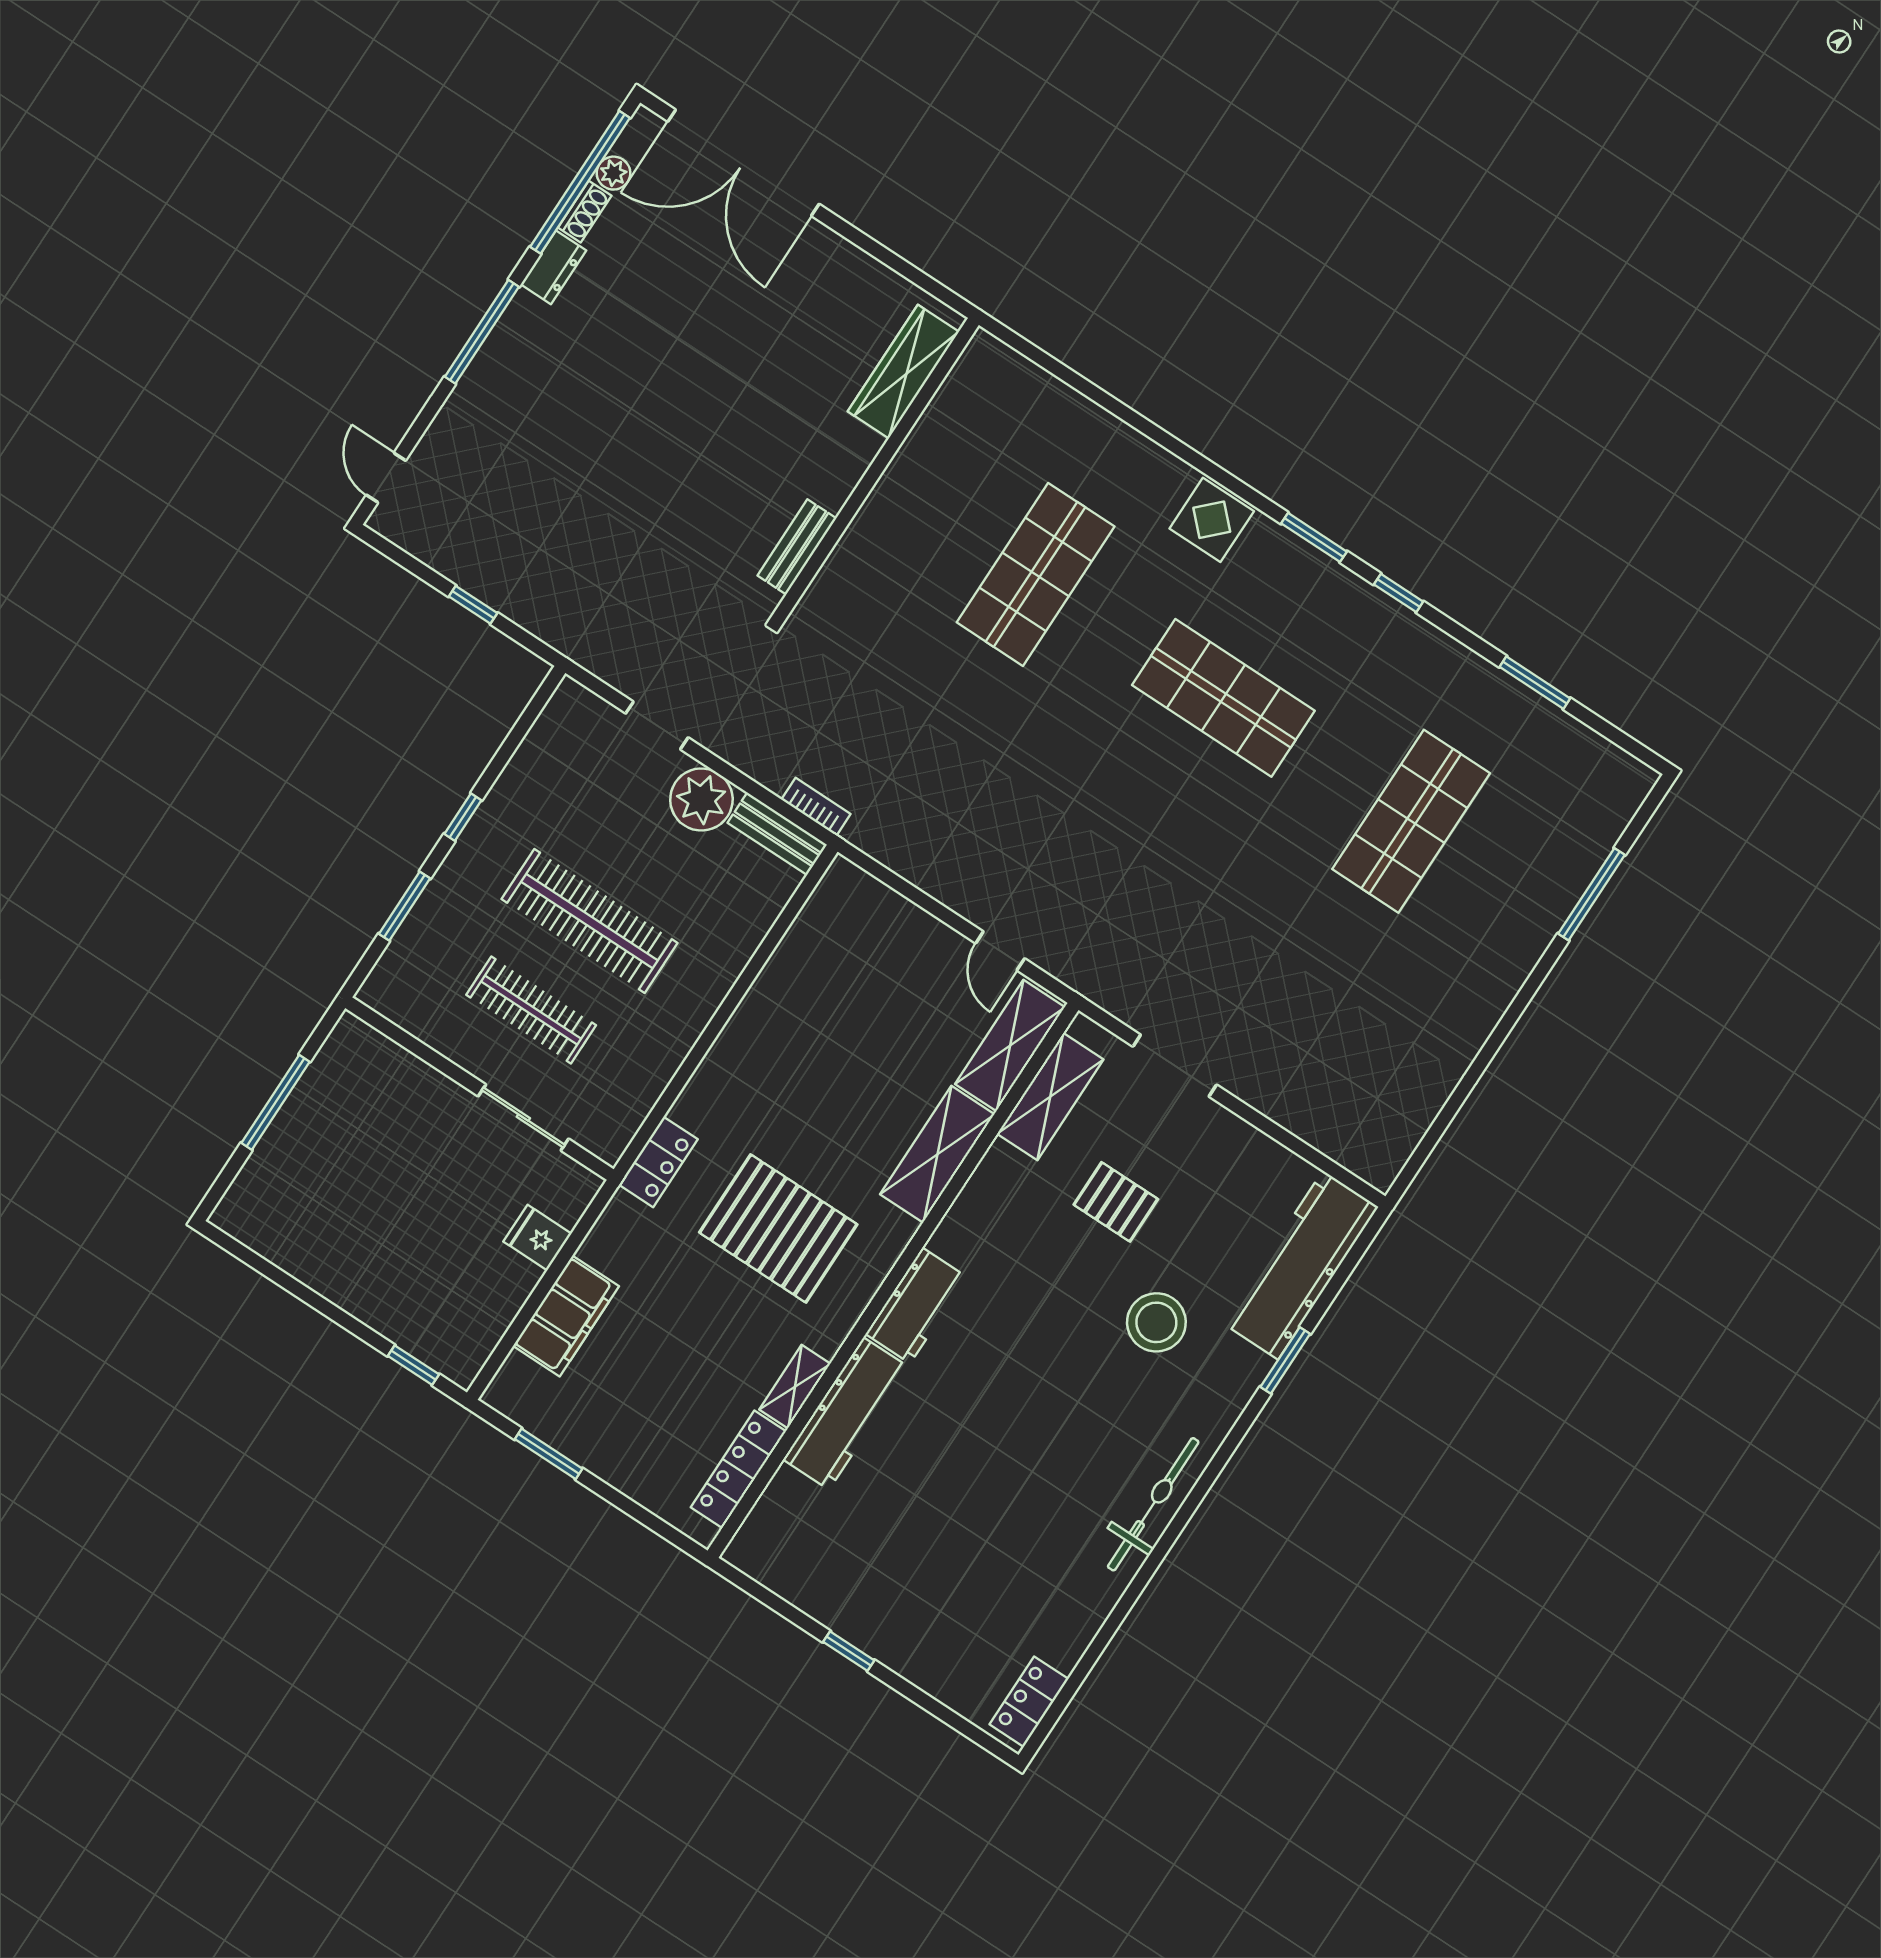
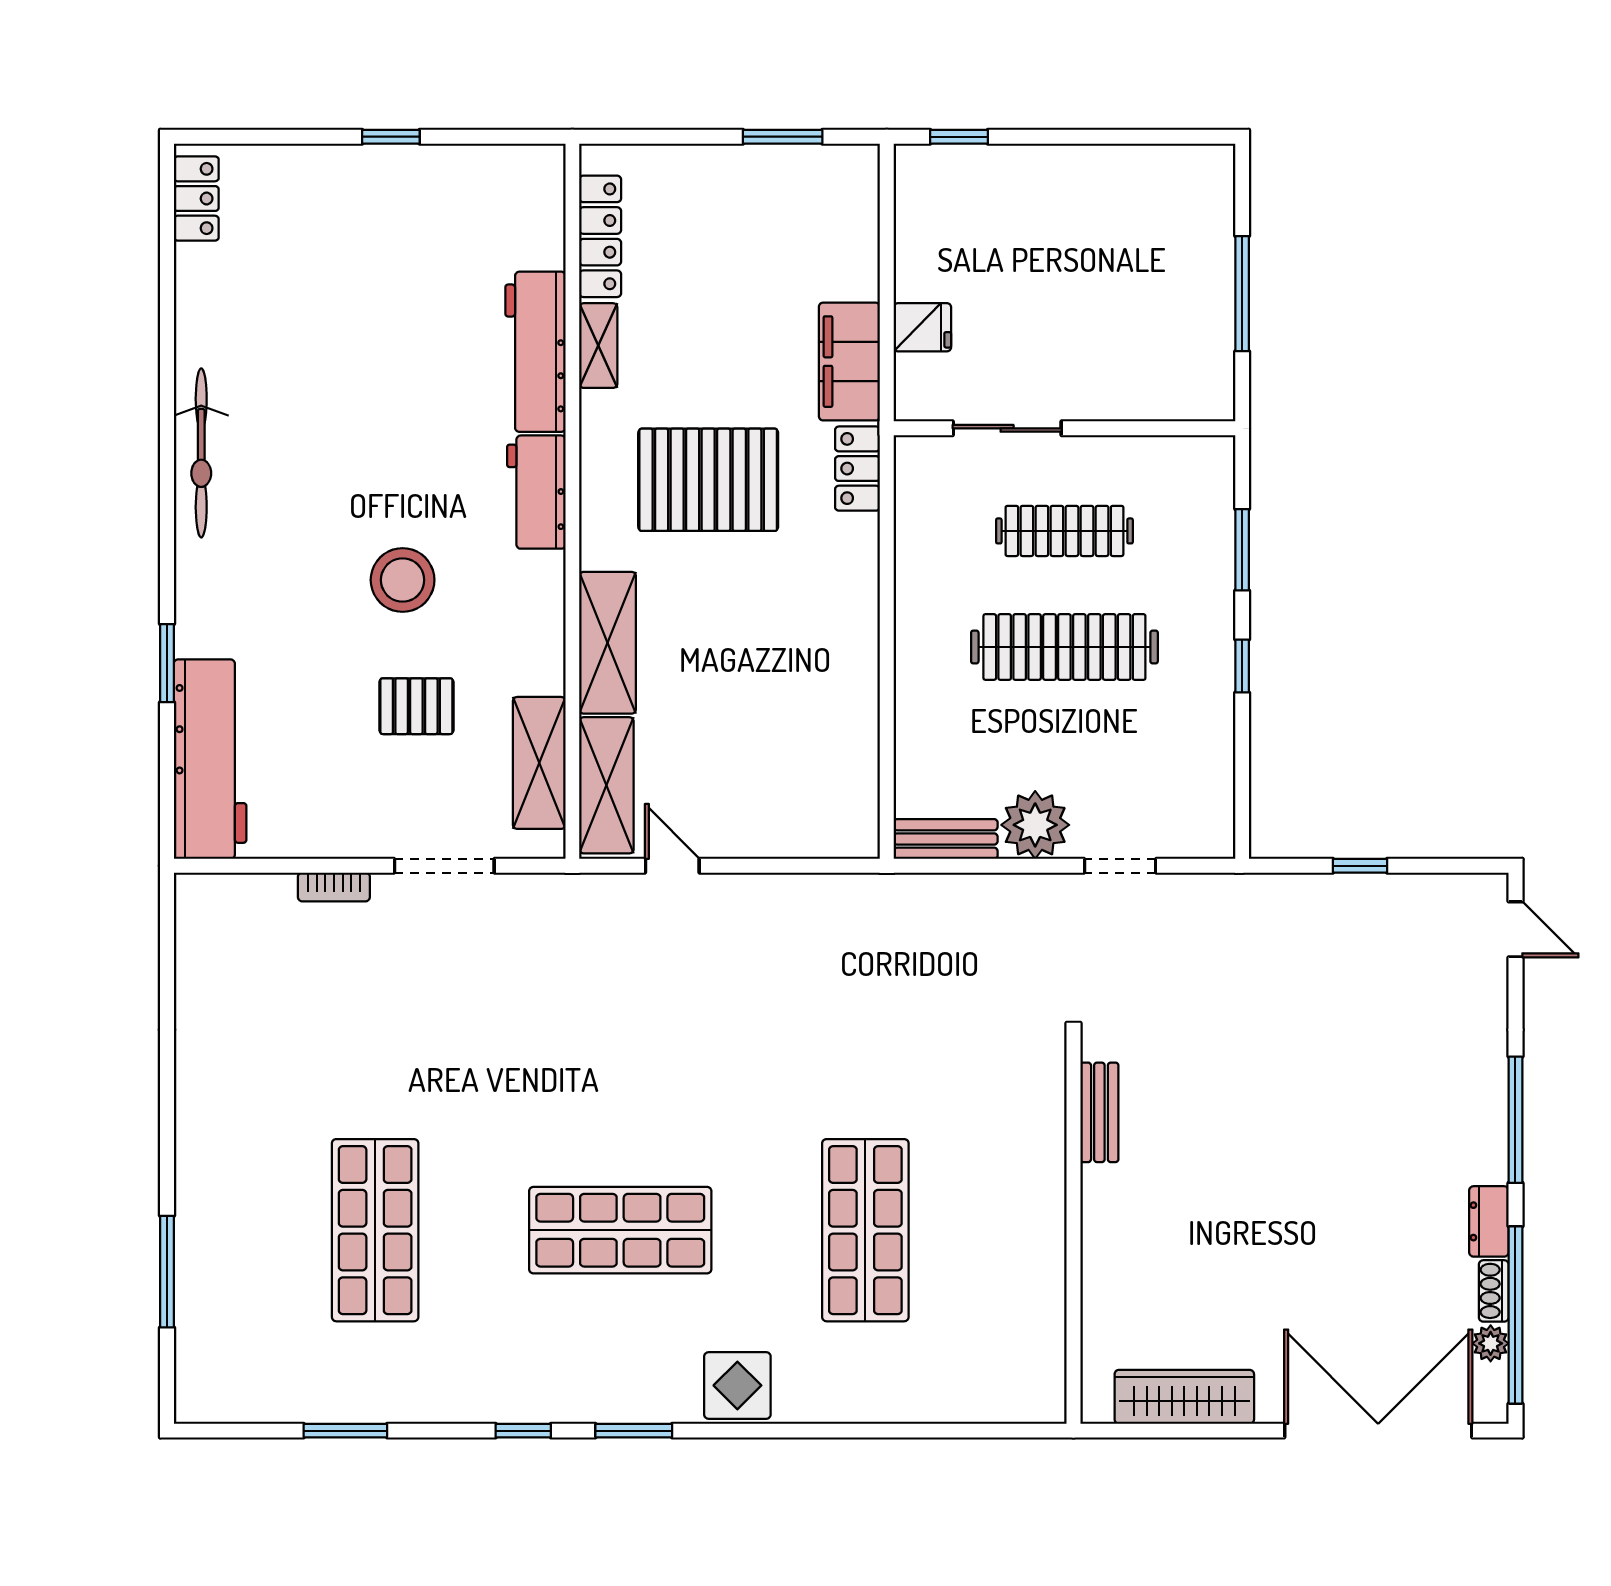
wardrobe: (903, 372) -> (1184, 1397), moved, turned -90
bookcase: (816, 807) -> (334, 887), moved
filing cabinet: (566, 1316) -> (849, 362), moved
stool: (1156, 1322) -> (403, 580), moved

